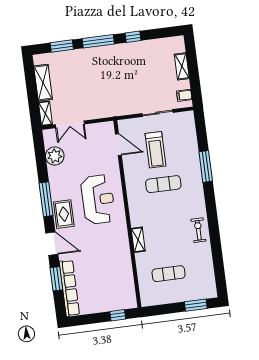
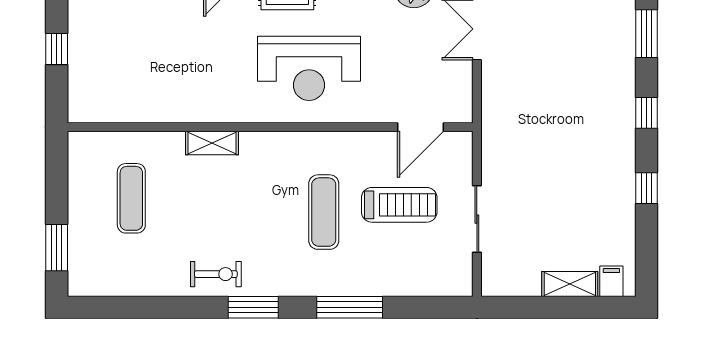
window: (98, 41) -> (646, 113), width x0.46
filing cabinet: (184, 95) -> (611, 281), moved
treadmill: (155, 150) -> (399, 205), turned 180
window: (211, 211) -> (253, 307), added
window: (118, 315) -> (57, 49), moved

